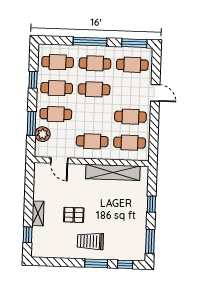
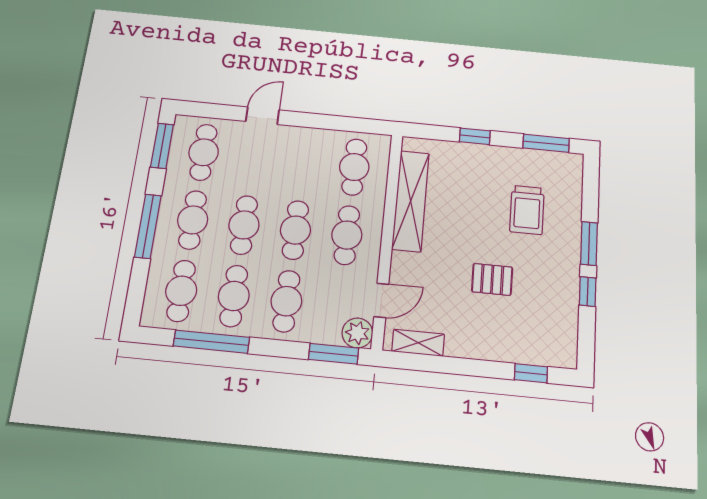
window: (33, 80) -> (211, 342), width x2.17
cafe table: (130, 117) -> (295, 230), moved
window: (32, 123) -> (334, 354), moved
plant: (43, 134) -> (357, 333), moved
shelving: (38, 213) -> (418, 343), moved
pallet: (74, 215) -> (492, 279), turned 90
trolley: (90, 241) -> (527, 210), moved
window: (125, 264) -> (588, 291), moved

